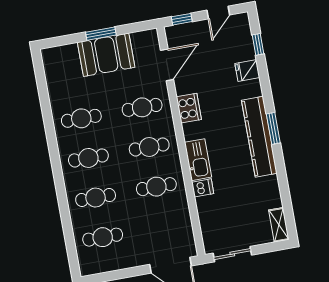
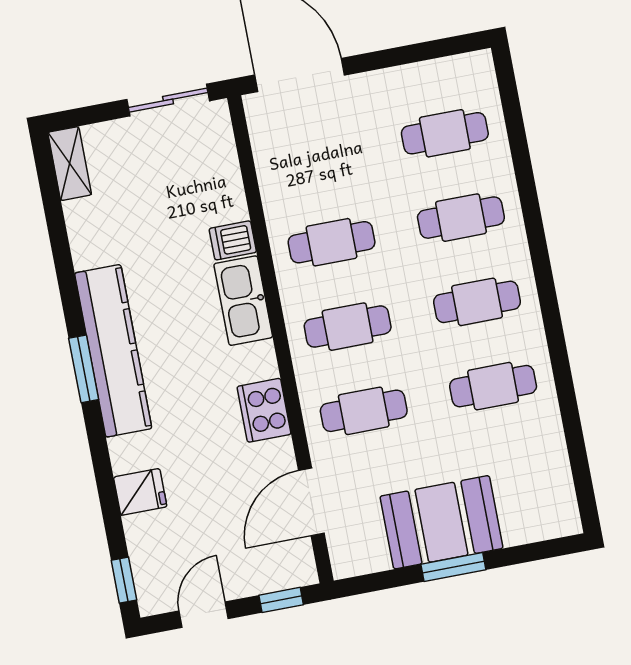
window: (258, 44) -> (124, 580), moved

